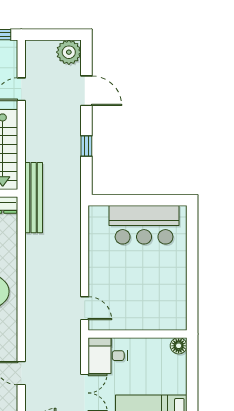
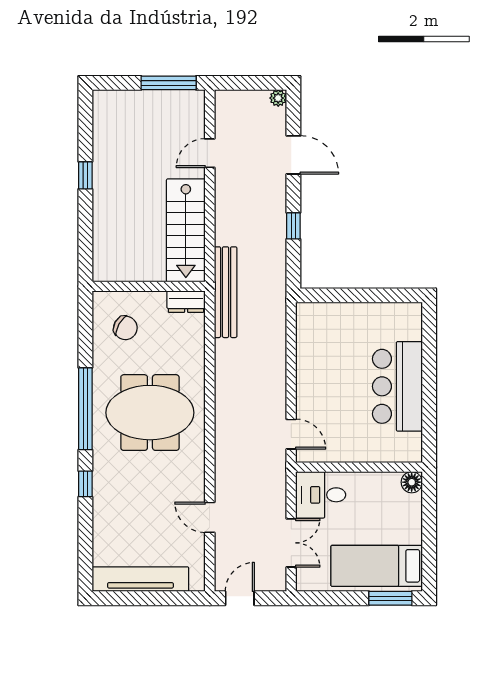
plant: (69, 52) -> (278, 98), width x0.53, depth x0.53
bar counter: (144, 225) -> (397, 386), moved, turned 90

